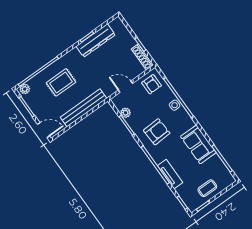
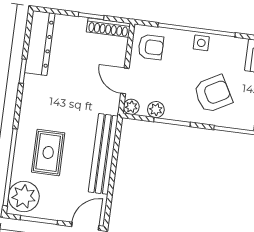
dresser: (96, 41) -> (40, 43), moved
door: (125, 87) -> (125, 81), hinge flipped
plant: (25, 89) -> (24, 197), width x1.87, depth x1.87
plant: (116, 101) -> (131, 107), added
armchair: (157, 132) -> (213, 94), turned 64

